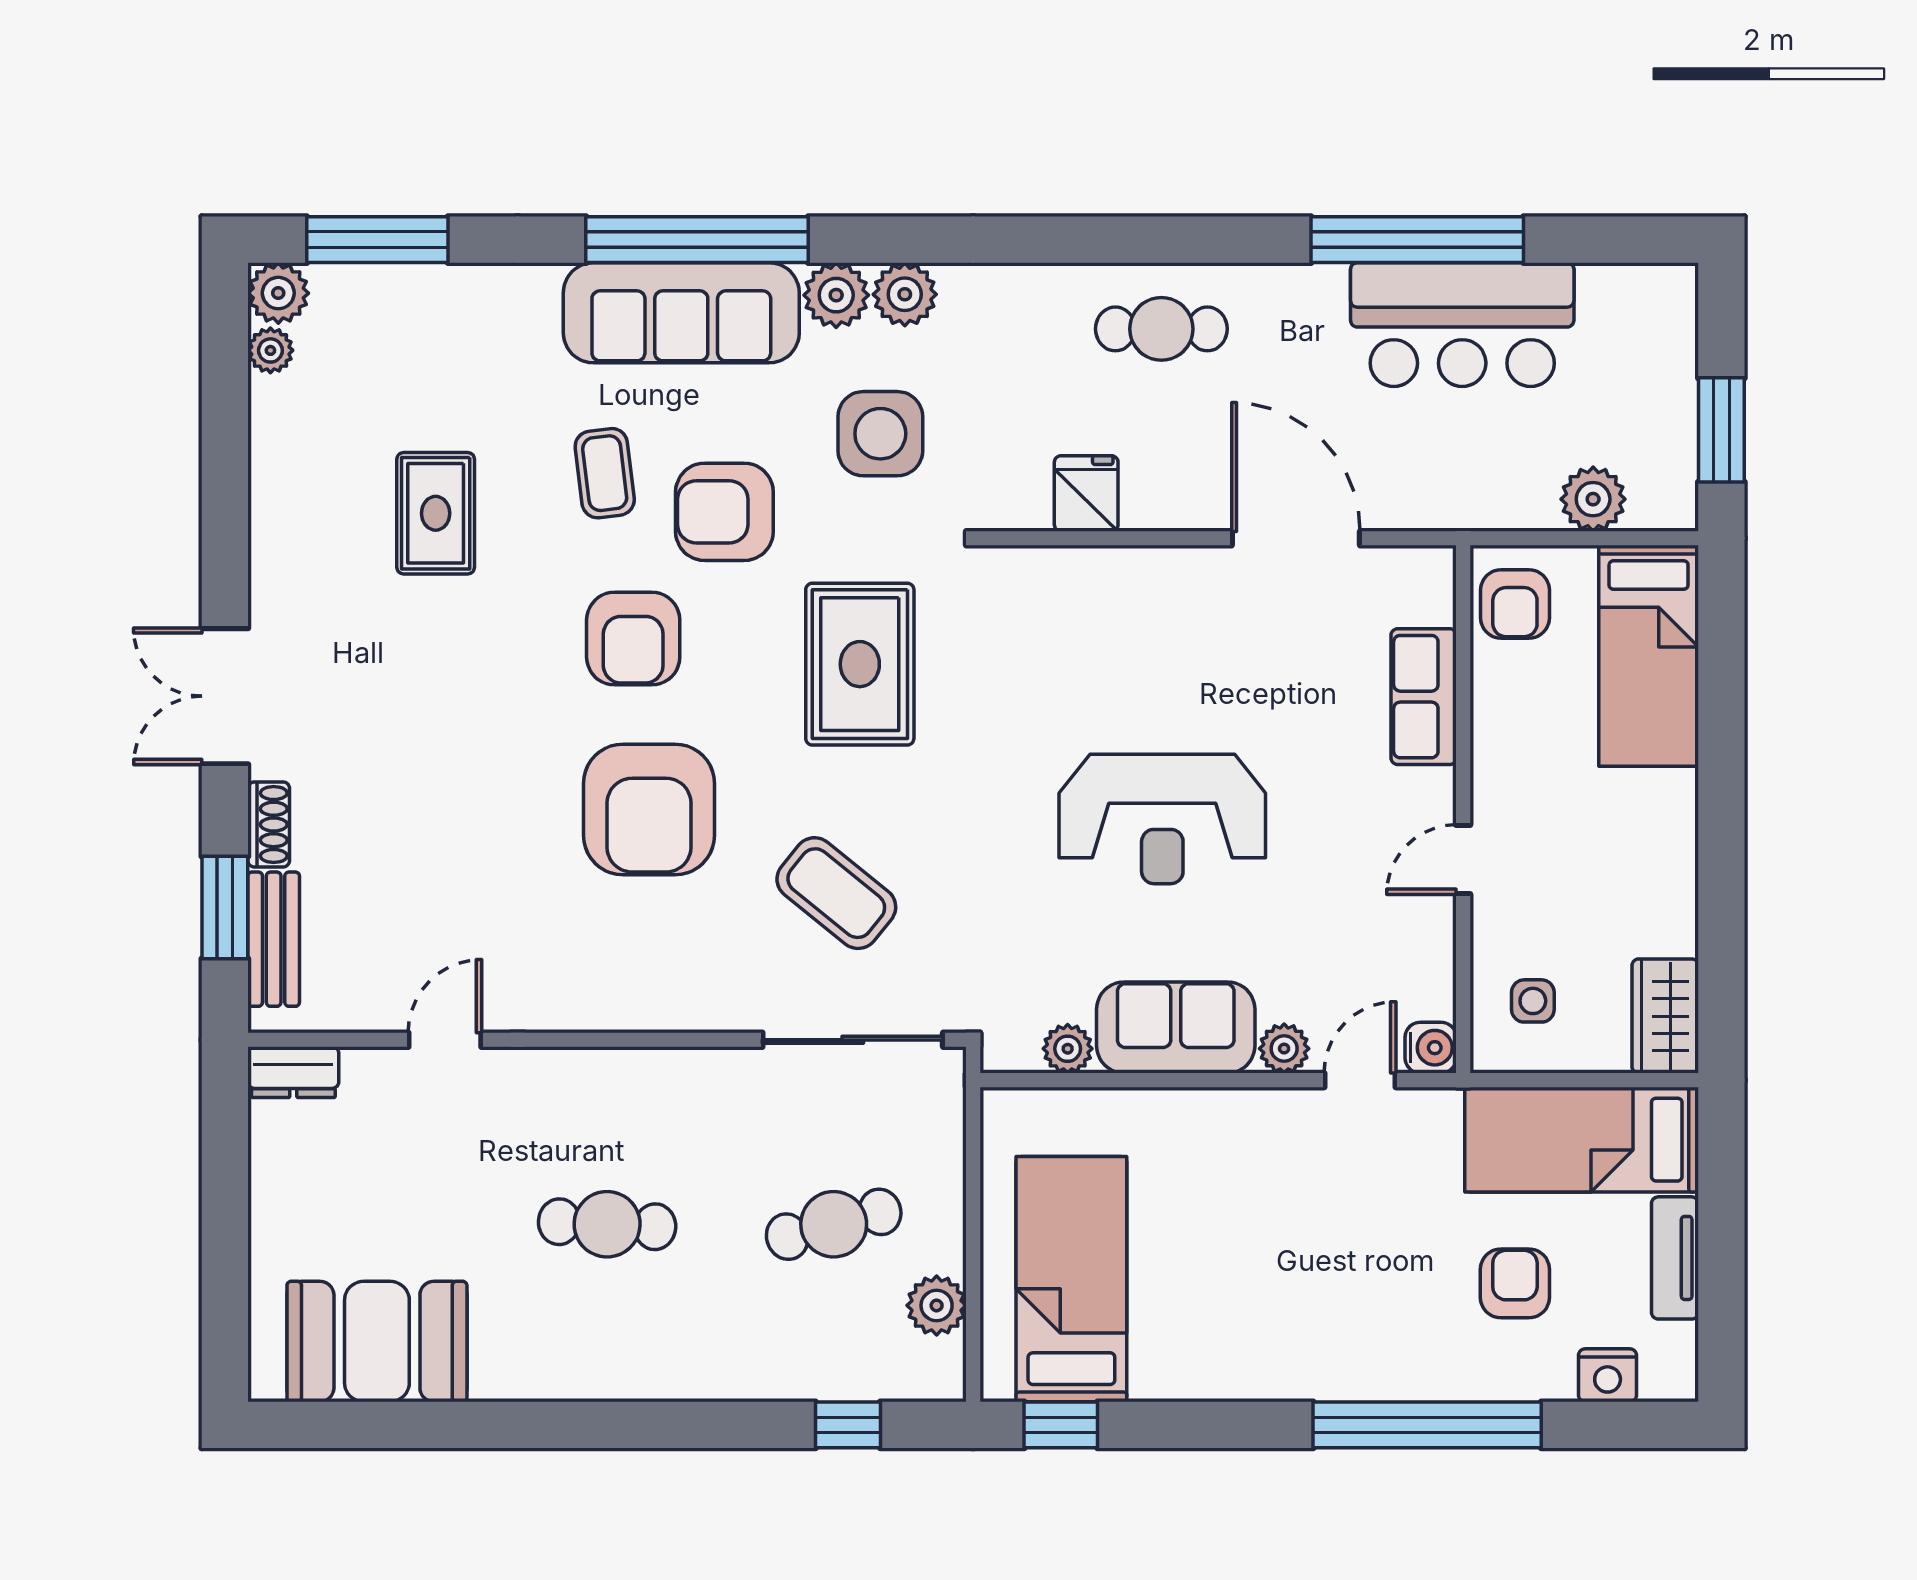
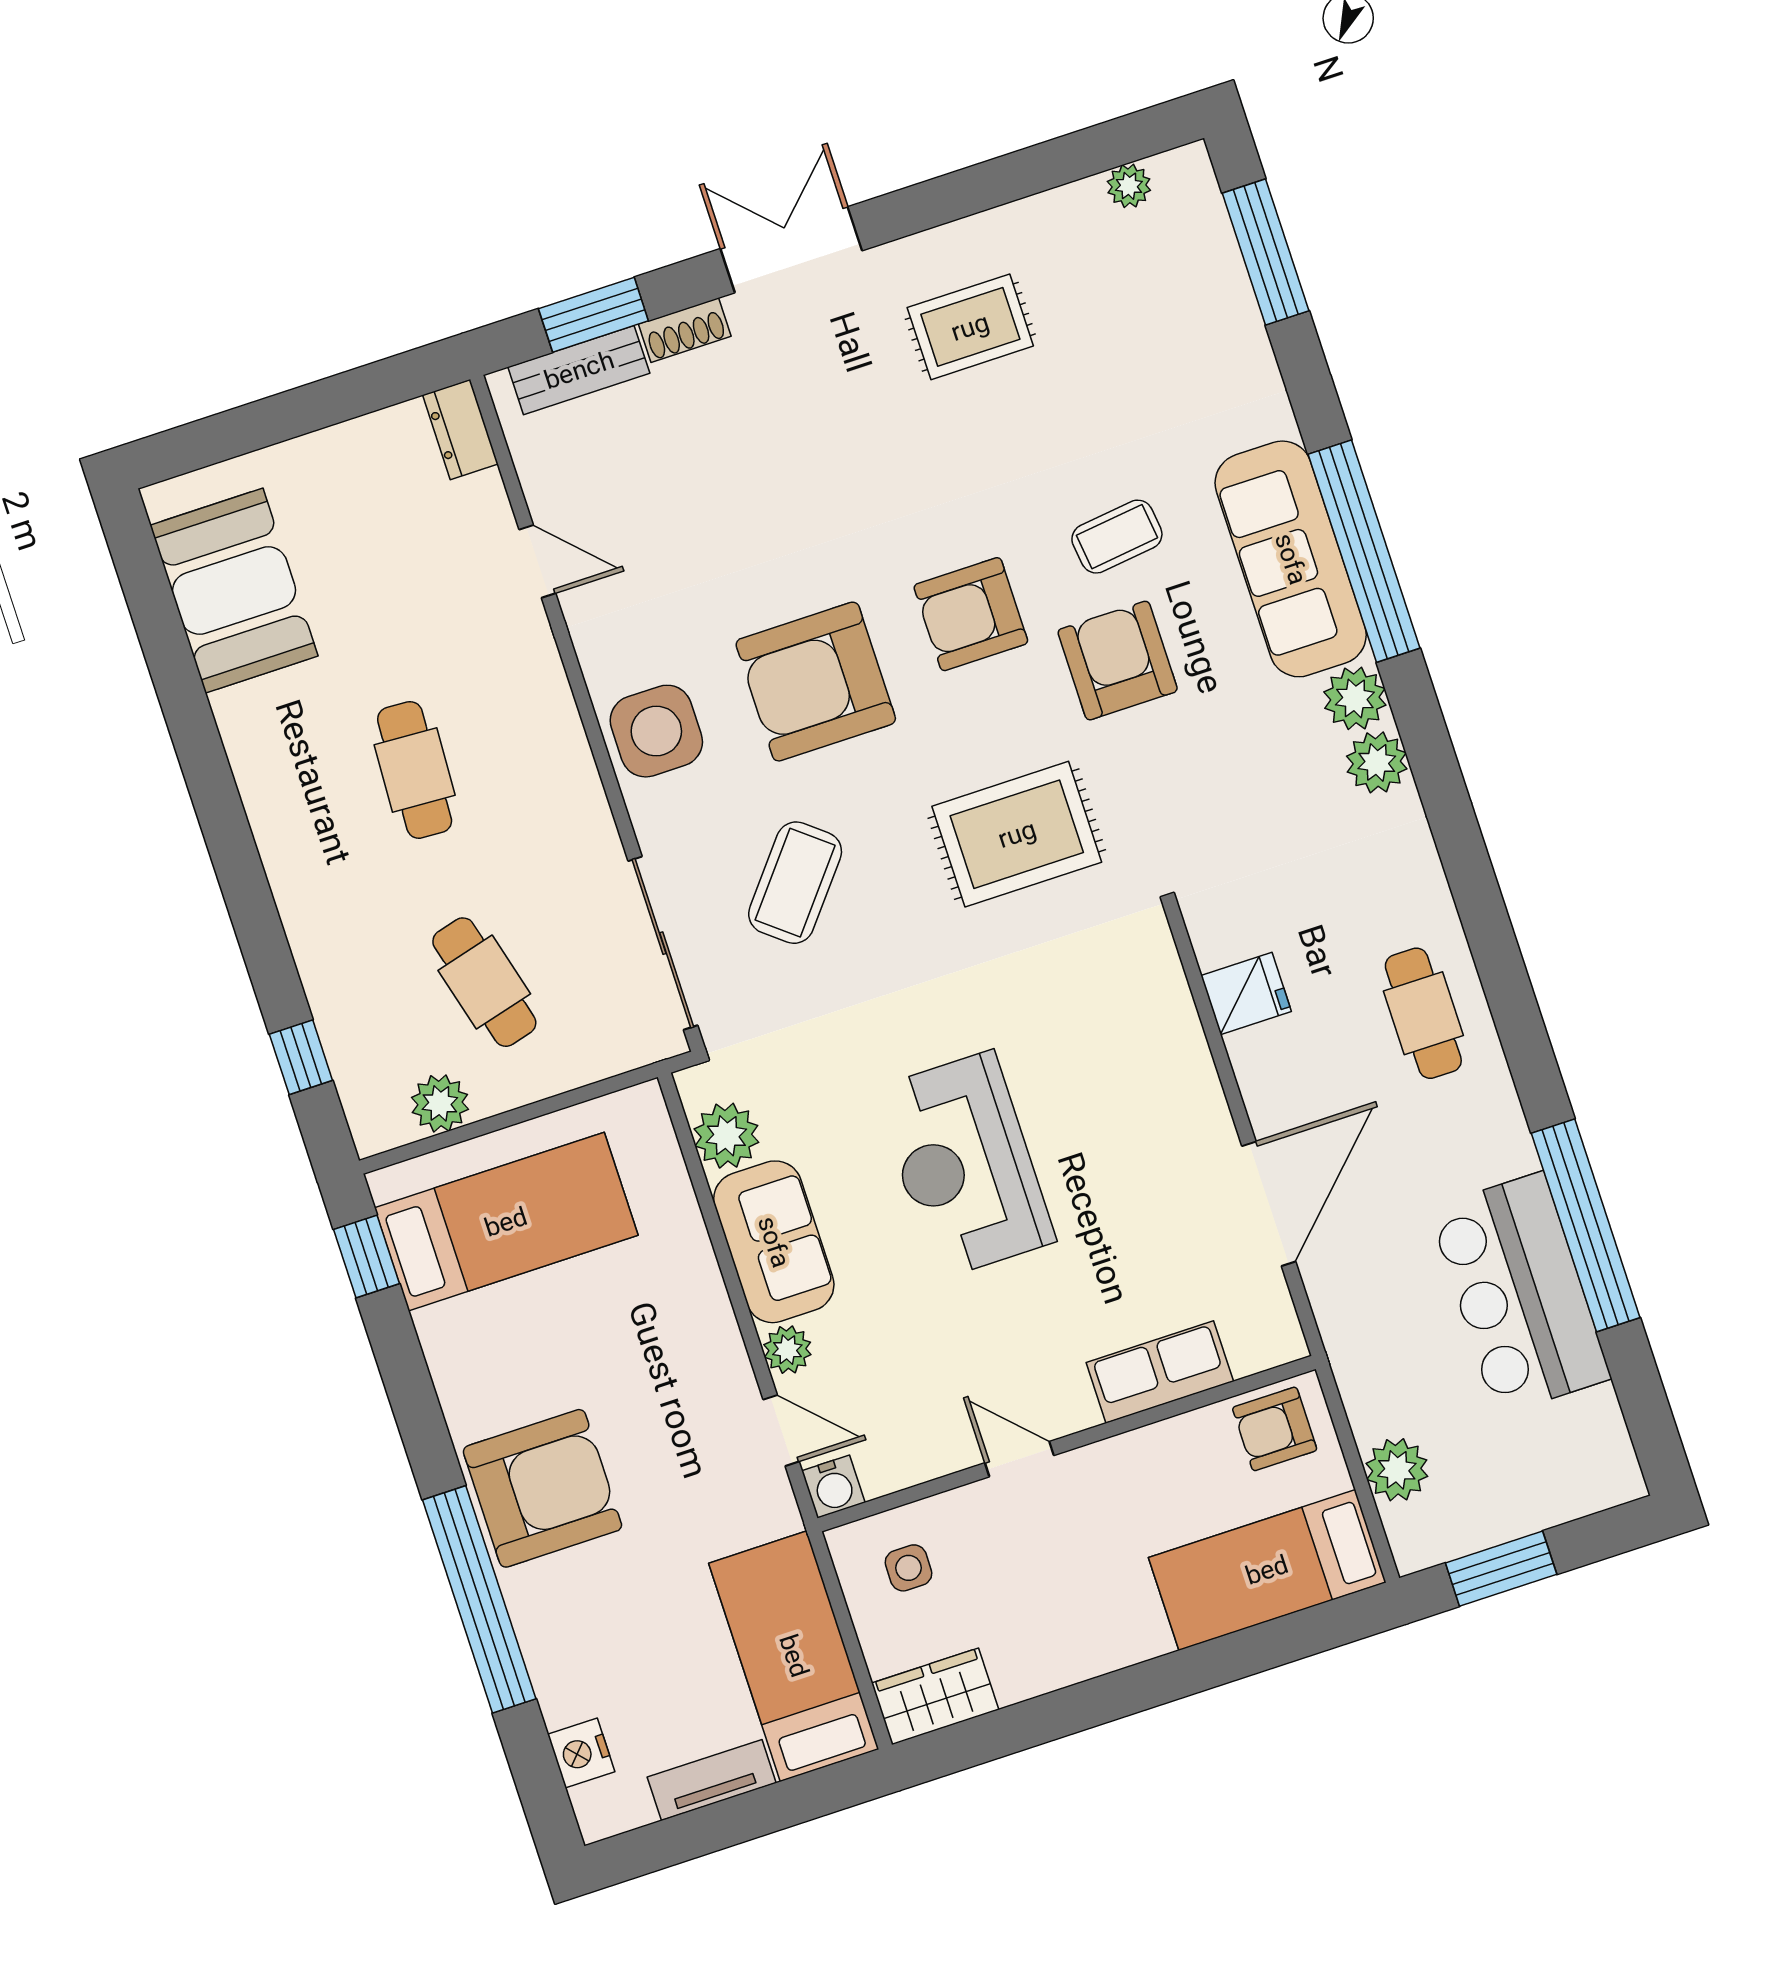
plant: (278, 293) -> (1185, 176), removed
side table: (880, 434) -> (656, 731), moved
rug: (436, 513) -> (970, 327), moved
plant: (1068, 1049) -> (726, 1136), width x1.38, depth x1.38
armchair: (1515, 1283) -> (542, 1488), moved, width x1.88, depth x1.88

